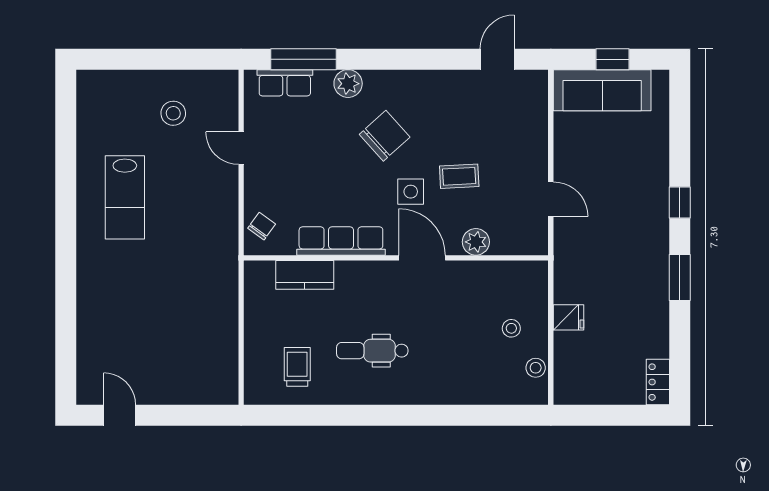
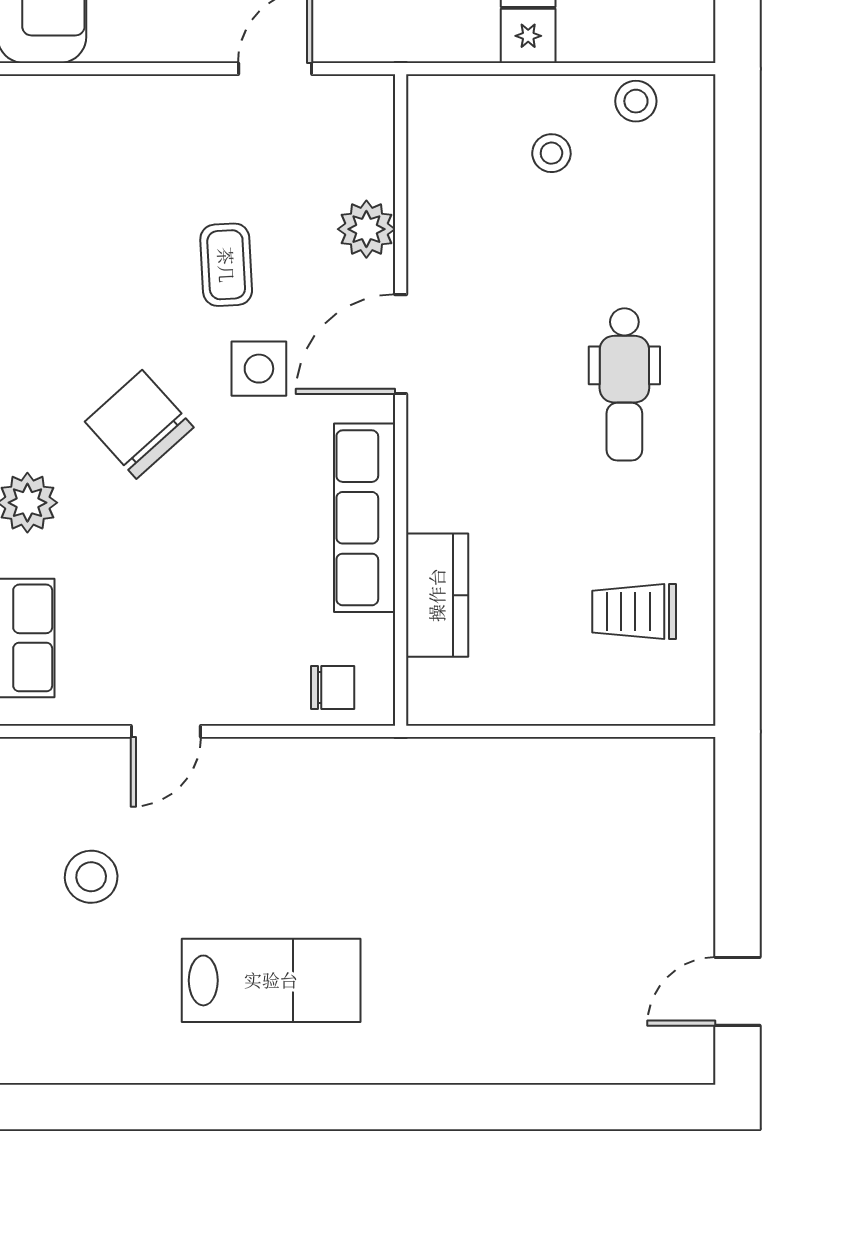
chair: (262, 226) -> (333, 688), turned 144
dental chair: (372, 351) -> (624, 384), moved

